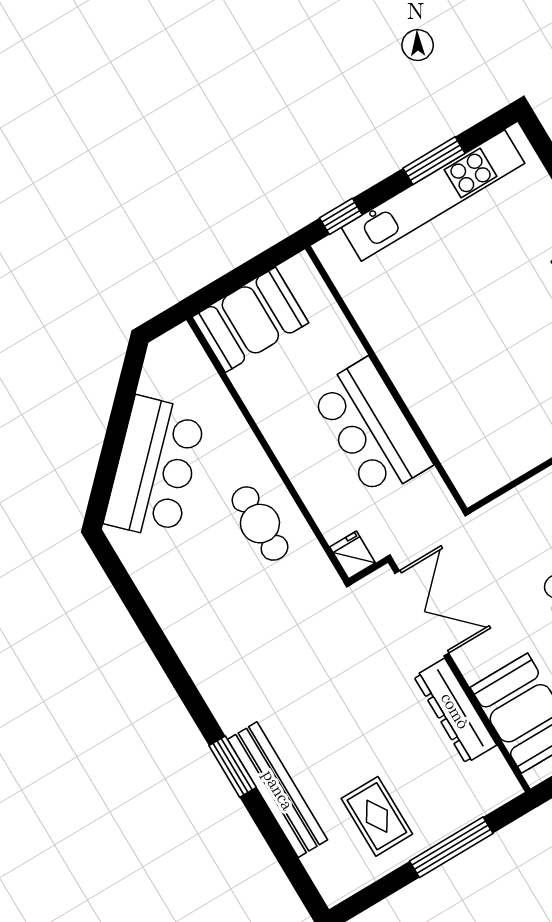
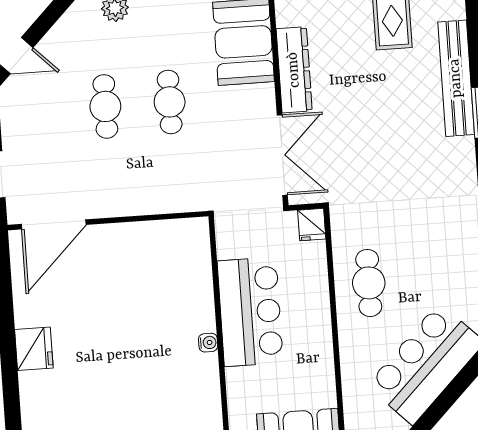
water cooler: (399, 373) -> (208, 343), added
double door: (422, 613) -> (282, 155), swing flipped

